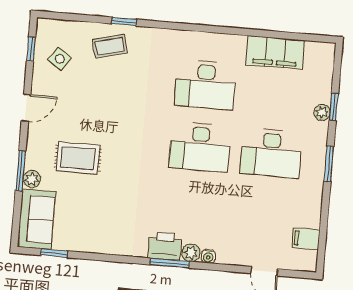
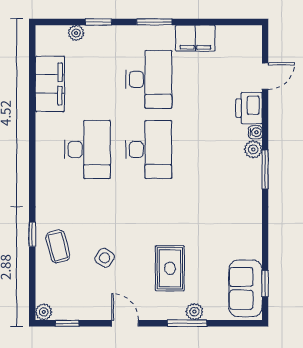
plant: (45, 26) -> (44, 312), added
side table: (60, 59) -> (105, 258), moved
plant: (322, 112) -> (76, 33), moved
sofa: (37, 219) -> (245, 288), moved, turned -90
filing cabinet: (306, 239) -> (195, 38), moved, width x2.00
printer: (165, 246) -> (249, 108), moved

